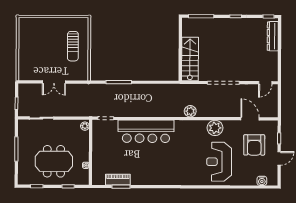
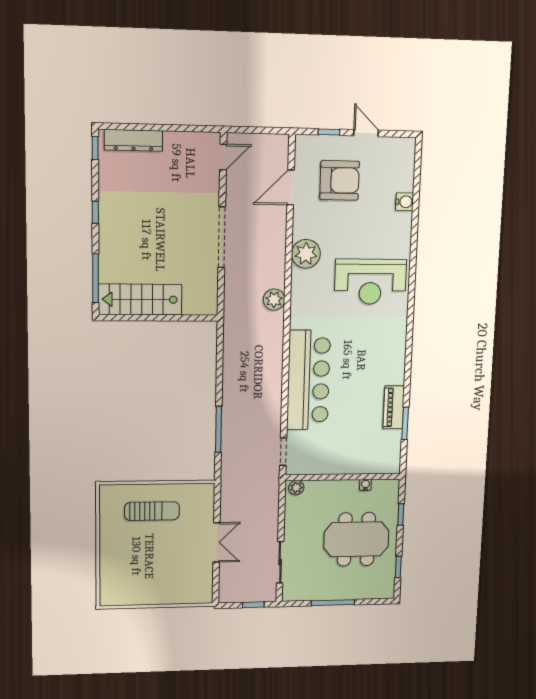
stairs: (190, 59) -> (140, 299), moved
door: (265, 83) -> (223, 157), hinge flipped
meeting table: (54, 161) -> (356, 539), turned 90
reception desk: (219, 162) -> (370, 282), moved
piano: (118, 180) -> (394, 407), moved
water cooler: (262, 181) -> (404, 202), moved

